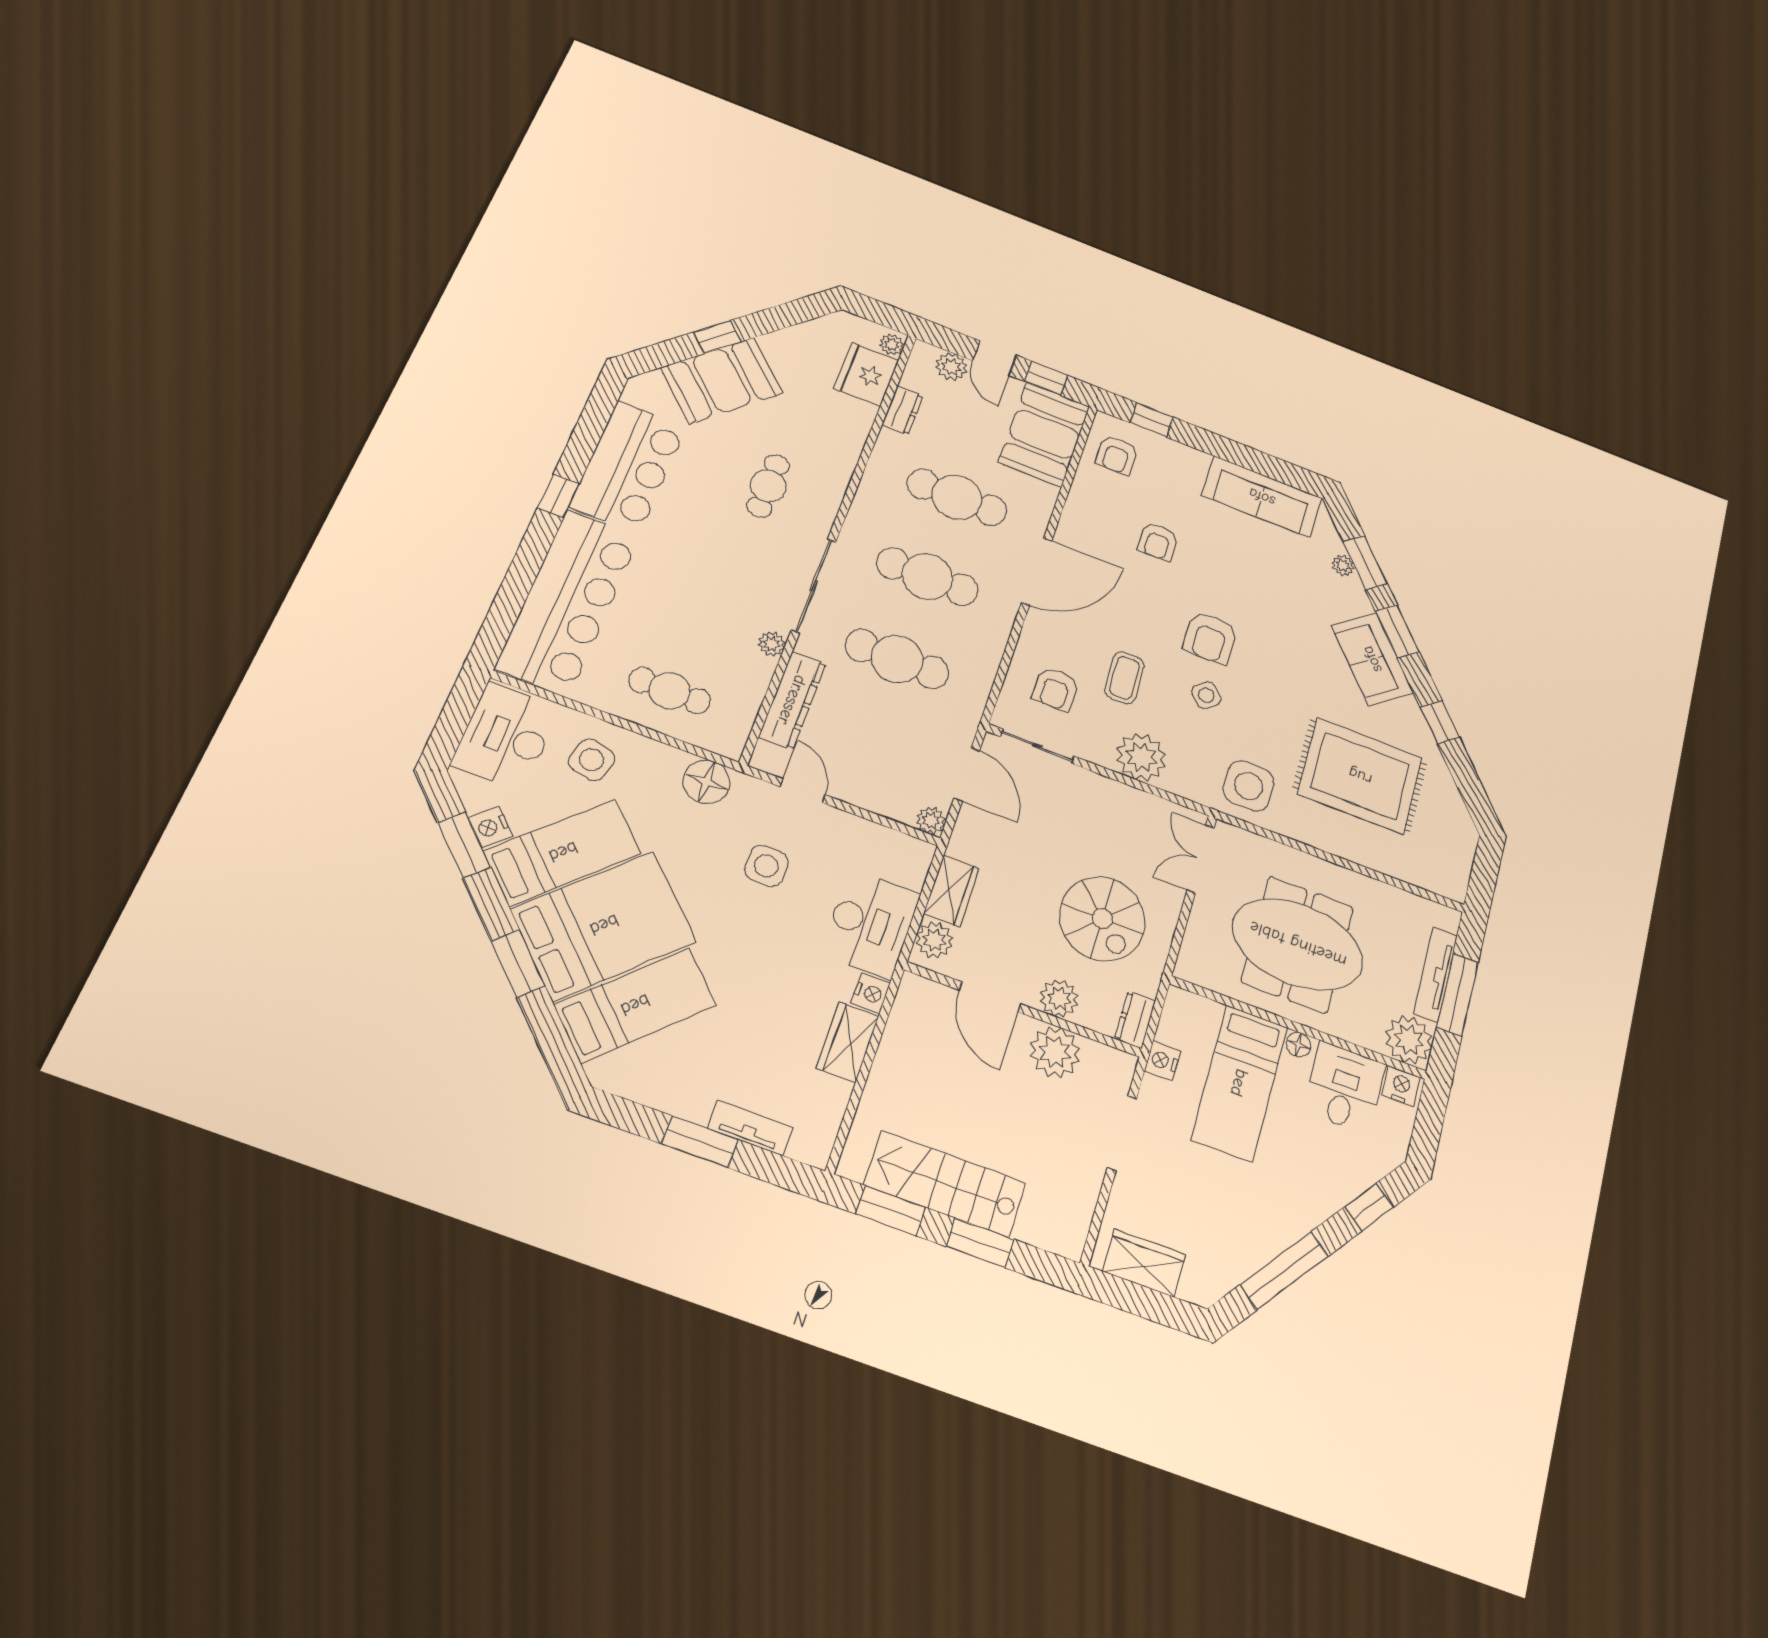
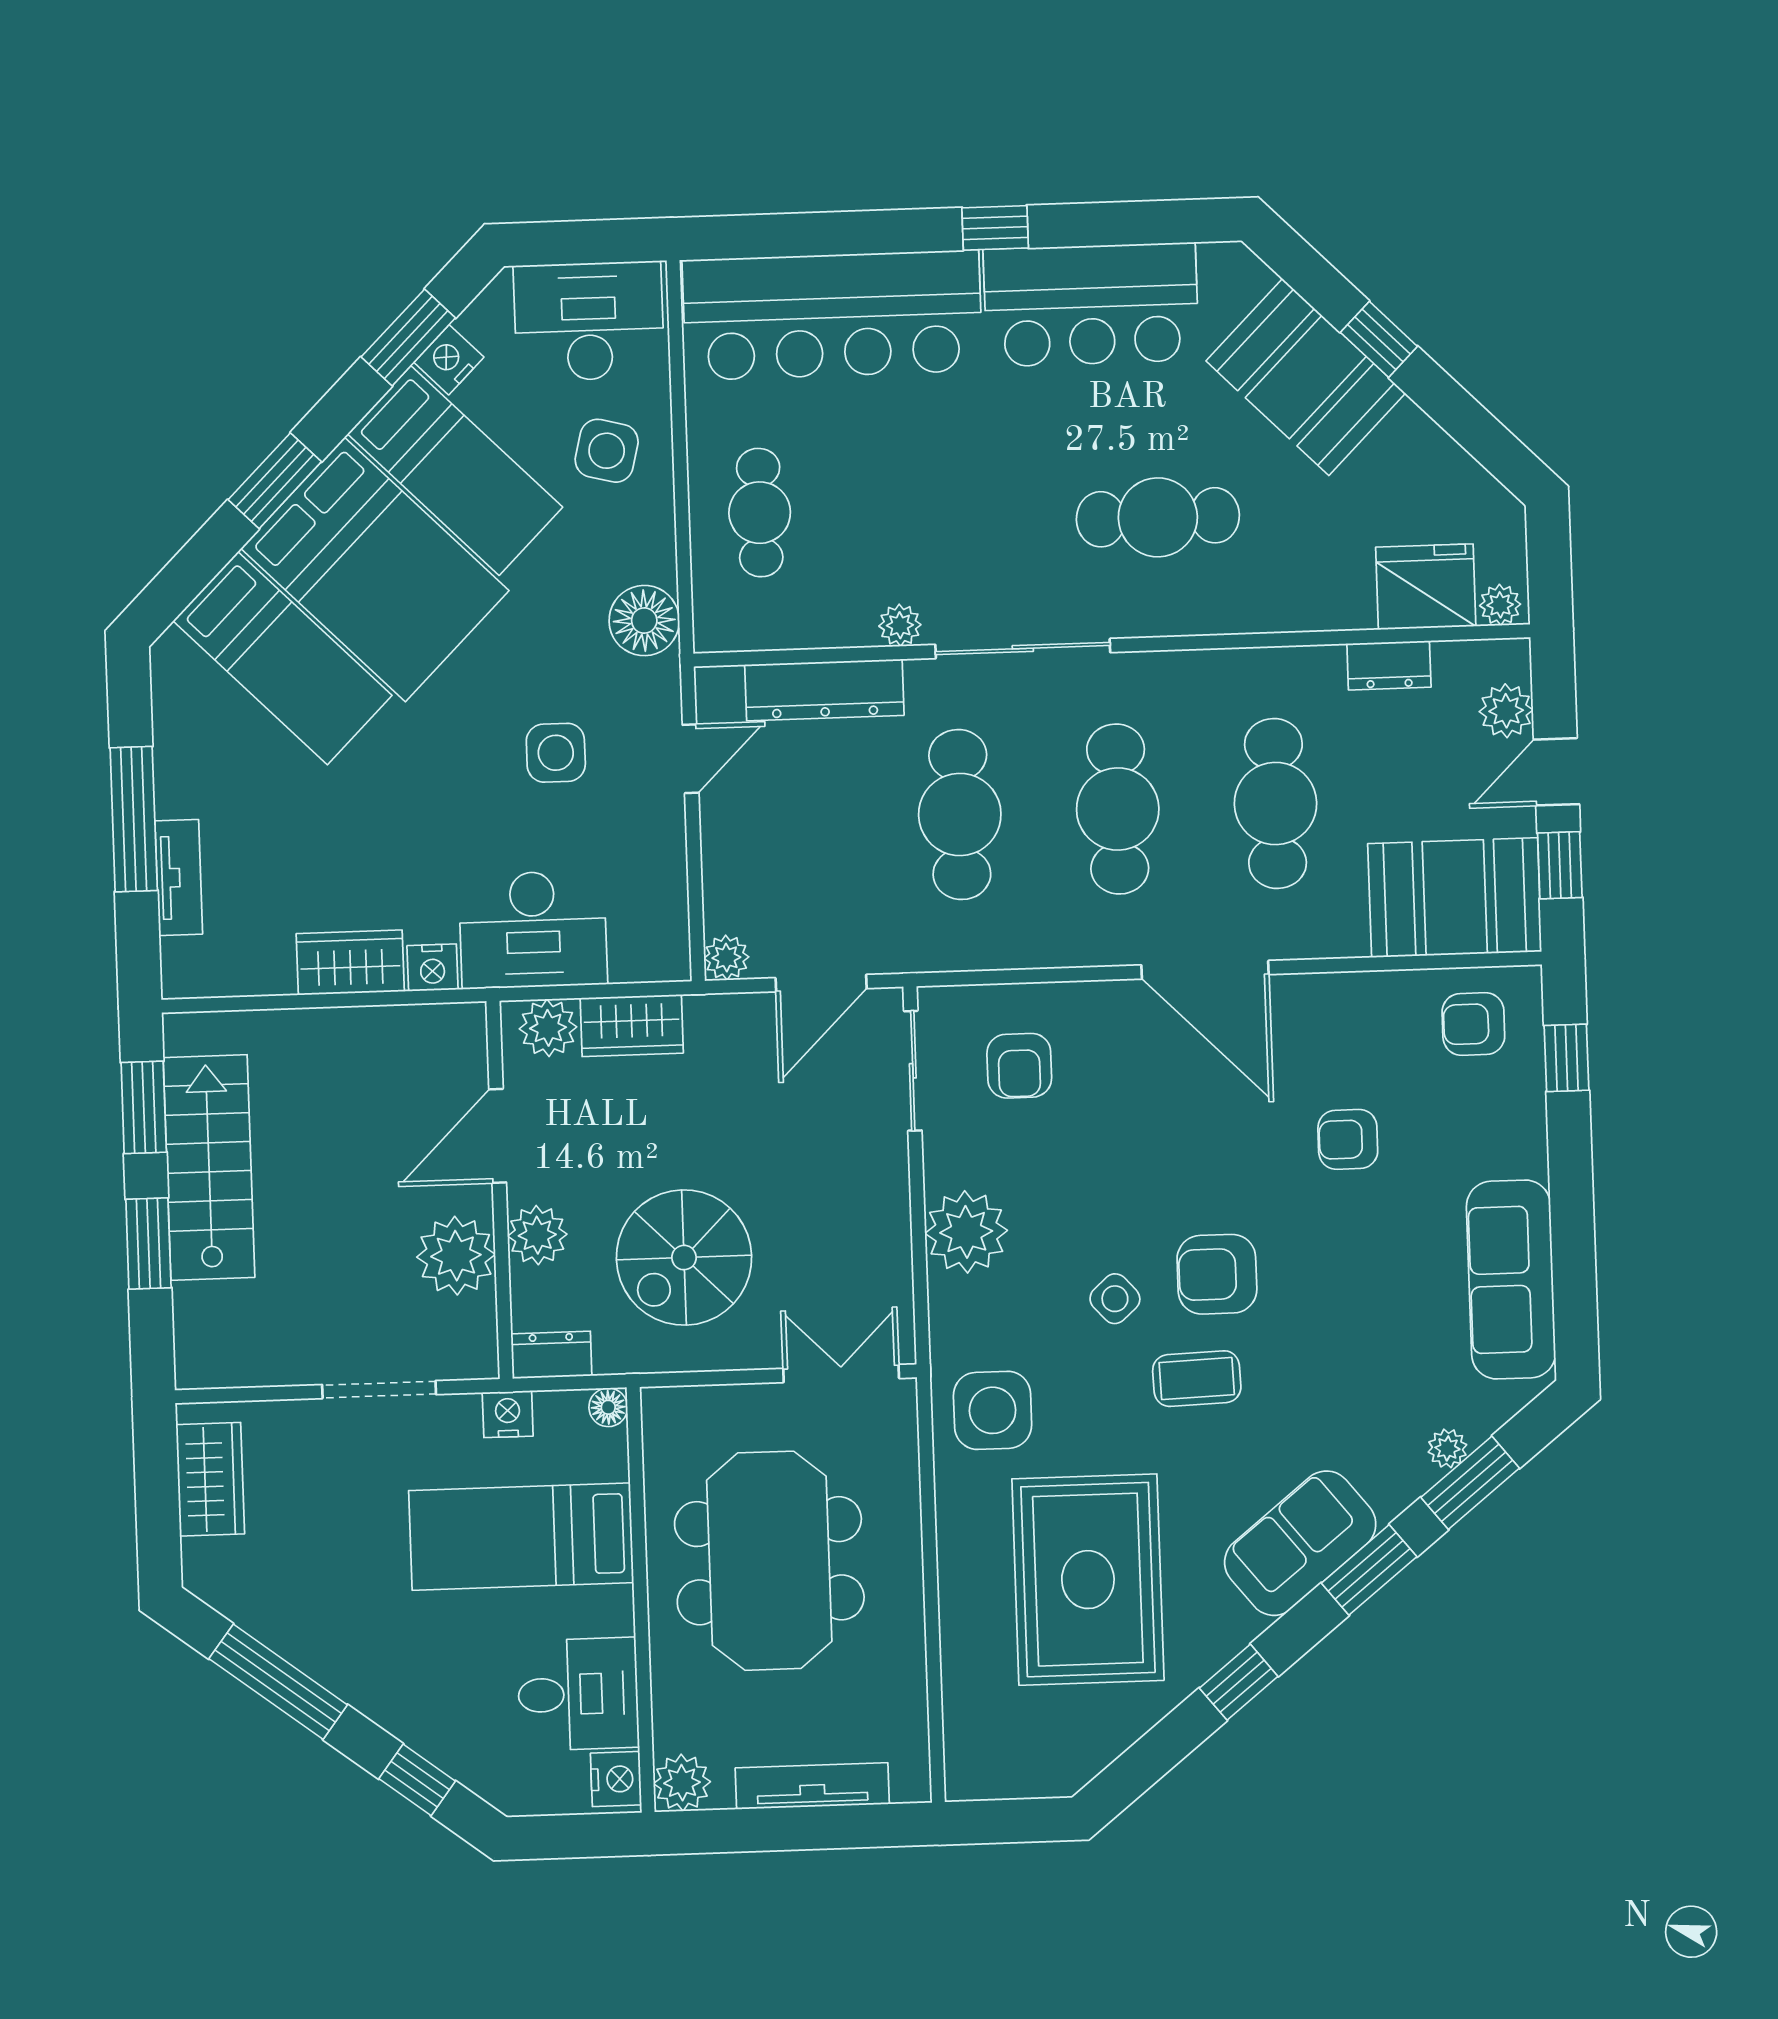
cafe table: (768, 486) -> (1158, 517), width x1.37, depth x1.35
coffee table: (1124, 678) -> (1197, 1379), moved
armchair: (1055, 689) -> (1019, 1066), turned -90
window: (1457, 995) -> (795, 1828), removed
plant: (1409, 1040) -> (682, 1783), width x0.73, depth x0.73
floor lamp: (1298, 1044) -> (608, 1407), moved
window: (700, 1142) -> (134, 819), width x1.44

